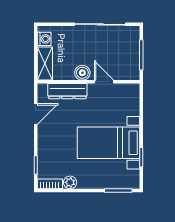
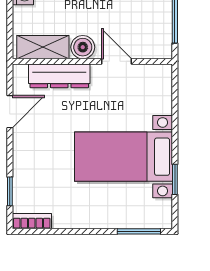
shelving: (45, 64) -> (43, 47), moved, turned 90
plant: (70, 182) -> (63, 219), removed

